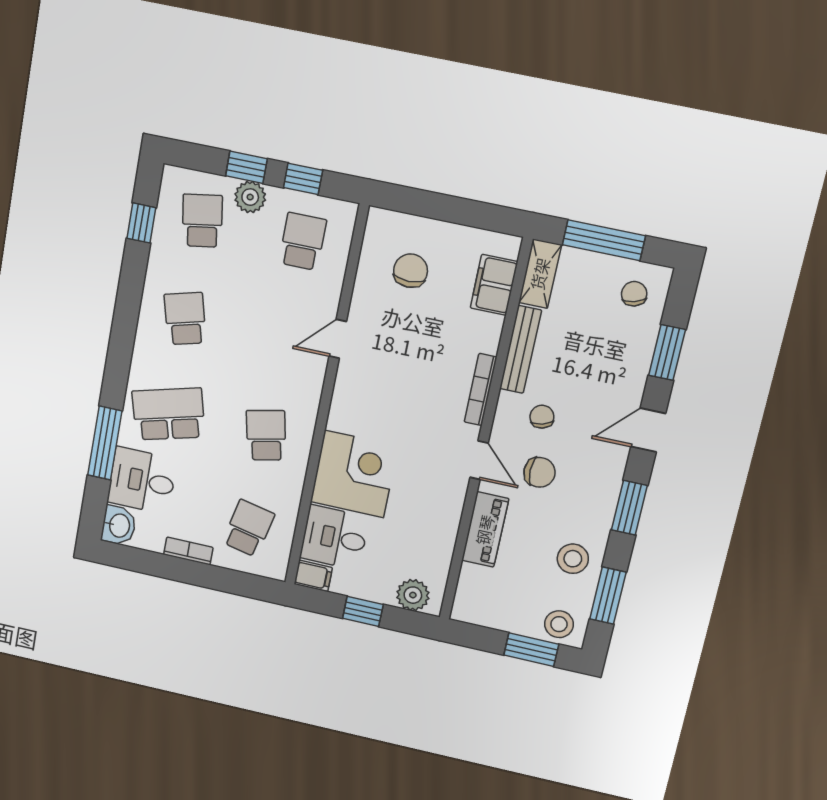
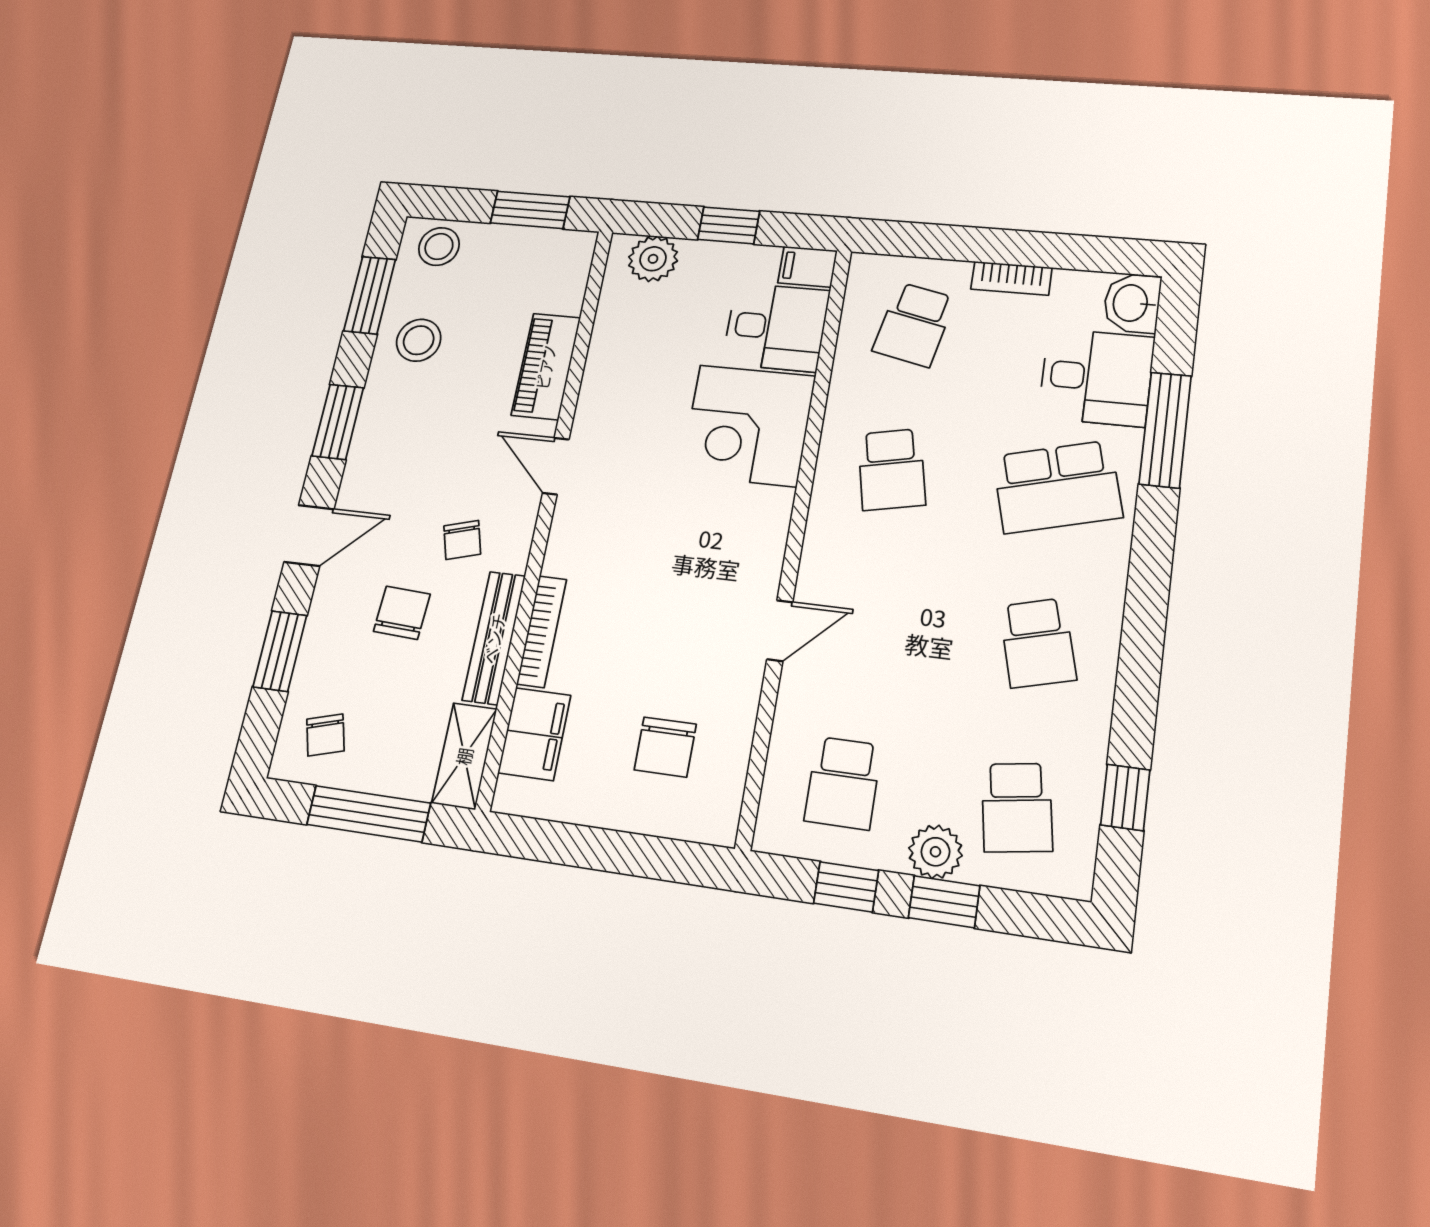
bookcase: (481, 390) -> (542, 631), moved
chair: (539, 472) -> (402, 613), moved, turned 93
window: (531, 650) -> (530, 210), moved

